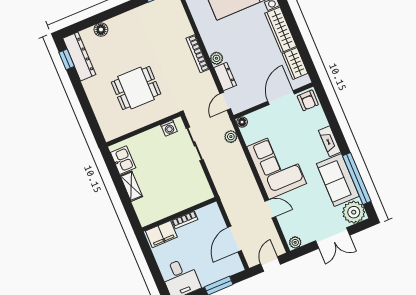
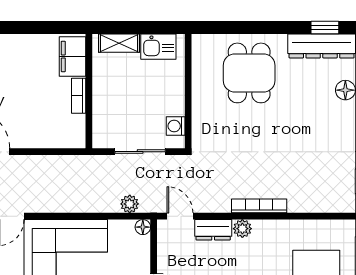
dining table: (136, 88) -> (249, 73), moved
wall: (179, 214) -> (89, 91), moved
bookcase: (185, 220) -> (79, 96), moved
filing cabinet: (161, 234) -> (73, 56), moved

